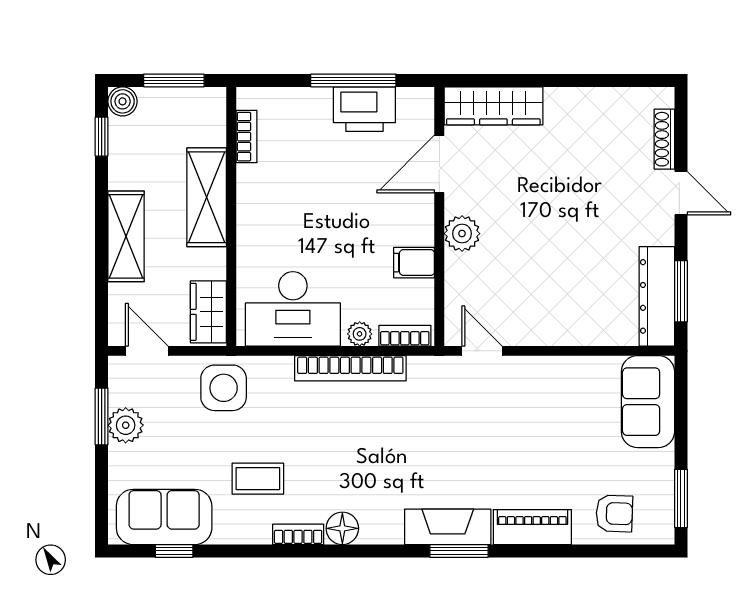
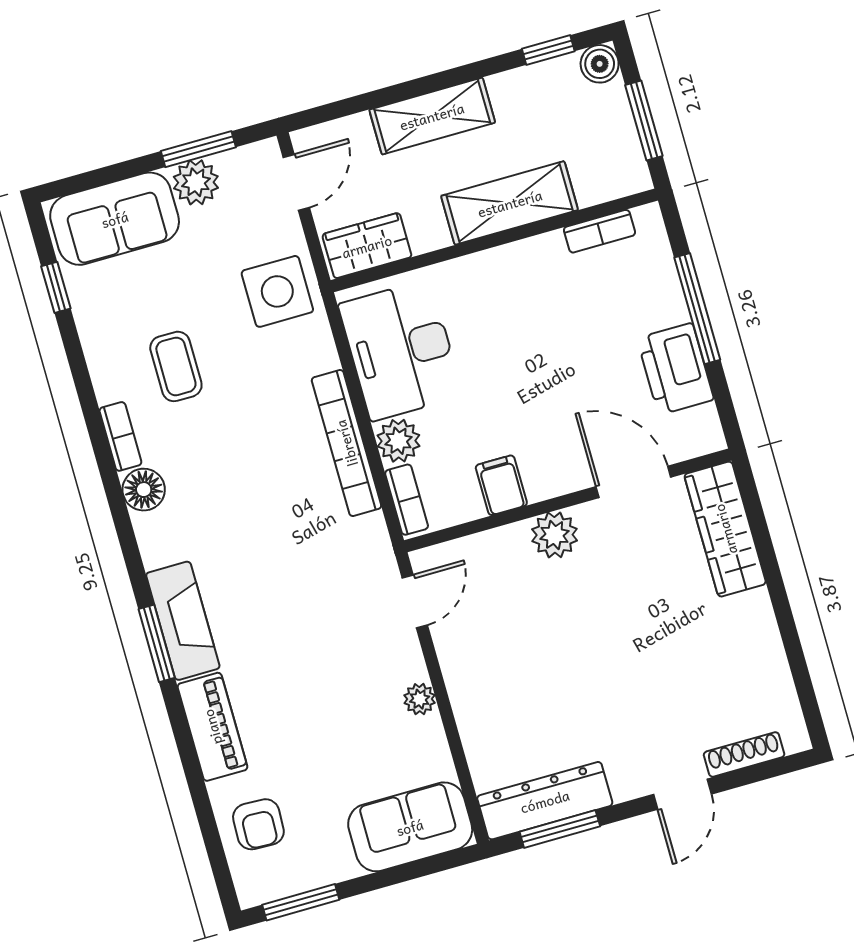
window: (353, 80) -> (697, 309), moved
plant: (360, 334) -> (399, 441), width x1.38, depth x1.38
plant: (555, 368) -> (420, 699), added
sofa: (164, 517) -> (115, 219), moved, turned 90

